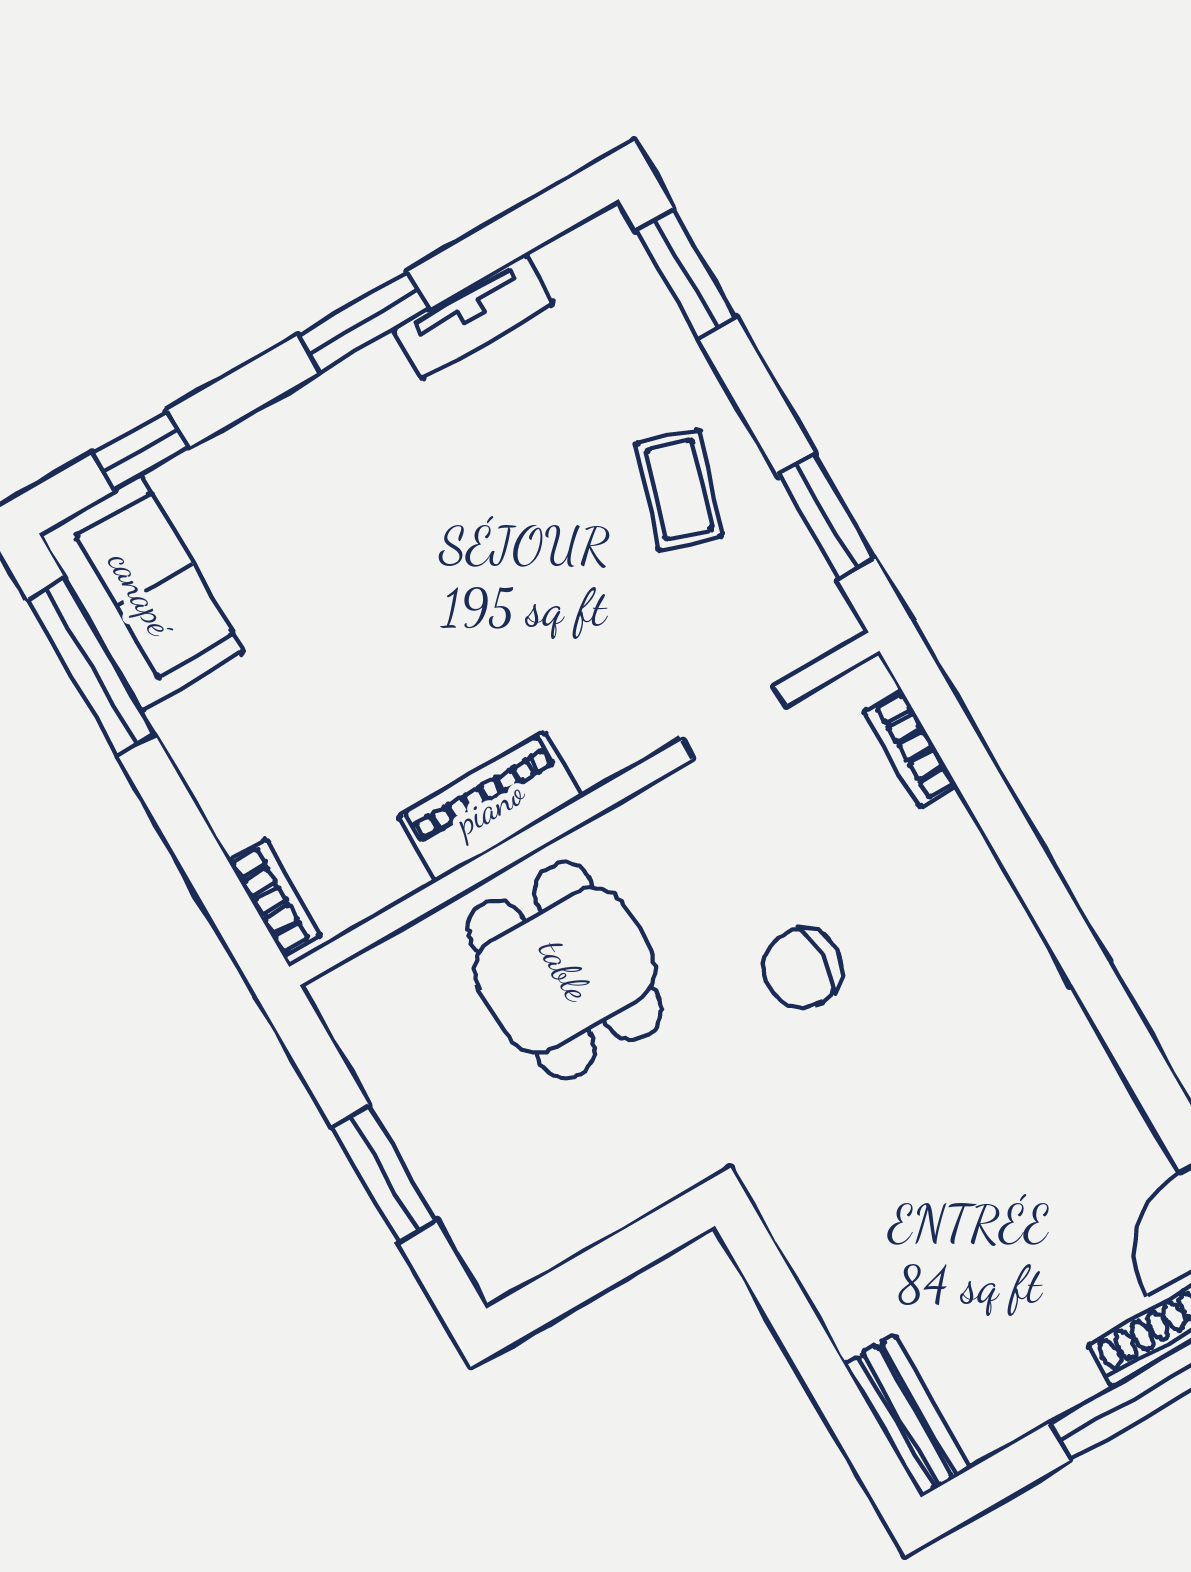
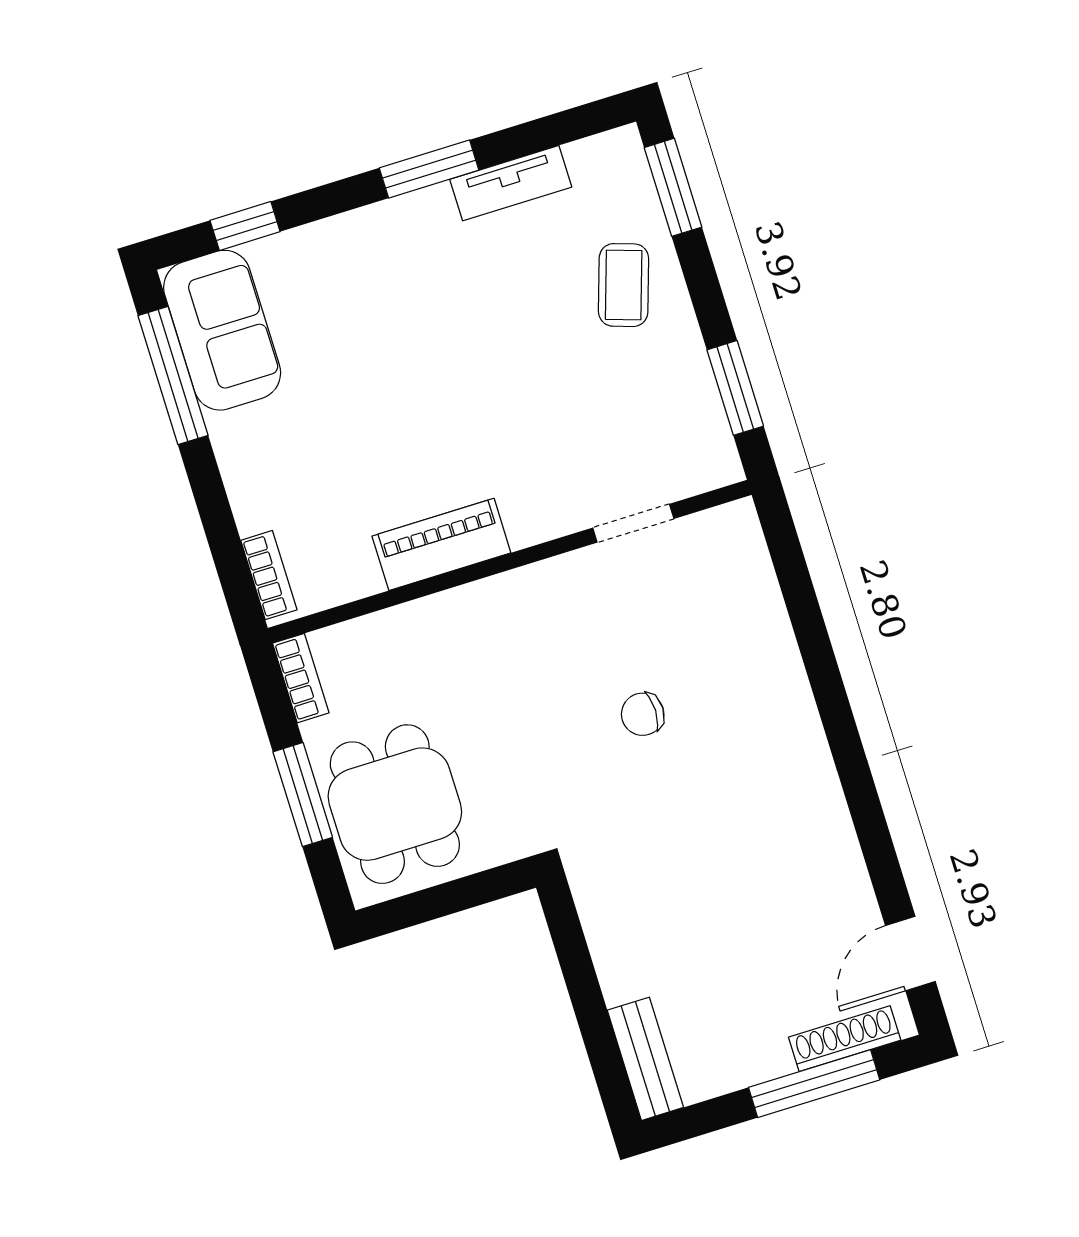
coffee table: (679, 490) -> (624, 285), moved
bookcase: (910, 749) -> (301, 678), moved, turned 180
chair: (802, 968) -> (643, 714), width x0.73, depth x0.73
dining table: (565, 970) -> (395, 804), moved

